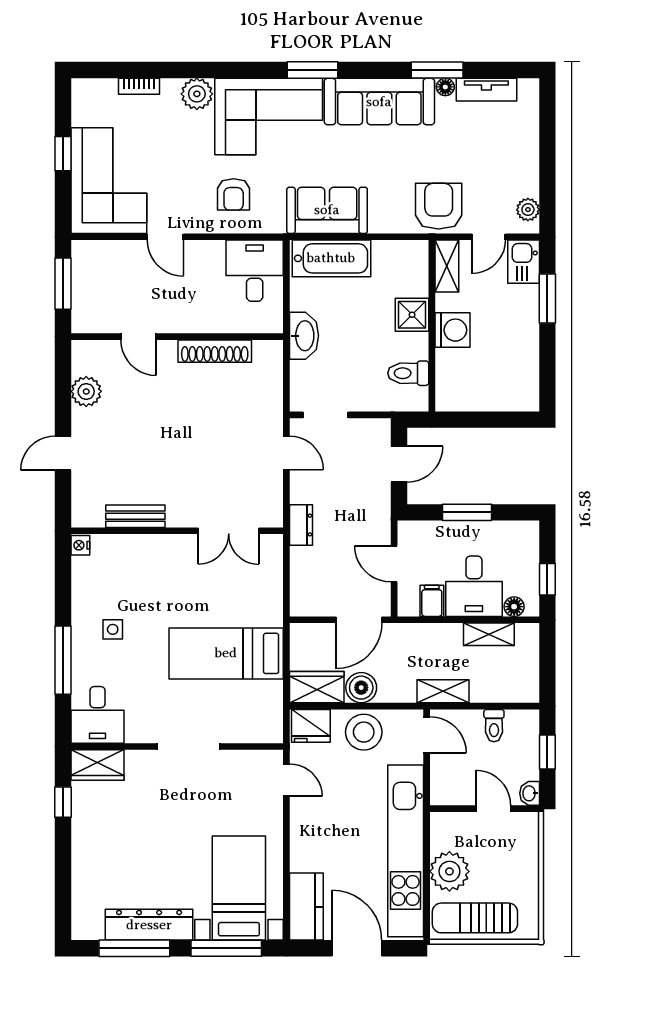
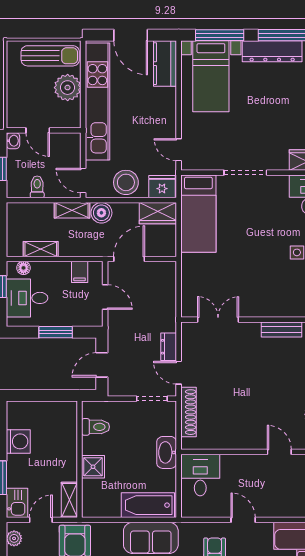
door: (165, 237) -> (243, 520), moved
desk: (255, 271) -> (200, 475), moved, turned 180
washing machine: (453, 330) -> (18, 441), moved, turned 180
shoe rack: (215, 351) -> (189, 412), moved, turned 90
dresser: (301, 525) -> (169, 347), moved
desk: (474, 586) -> (27, 298), moved, turned -90
bed: (226, 653) -> (198, 214), moved, turned 90
boiler: (361, 688) -> (101, 213), moved

